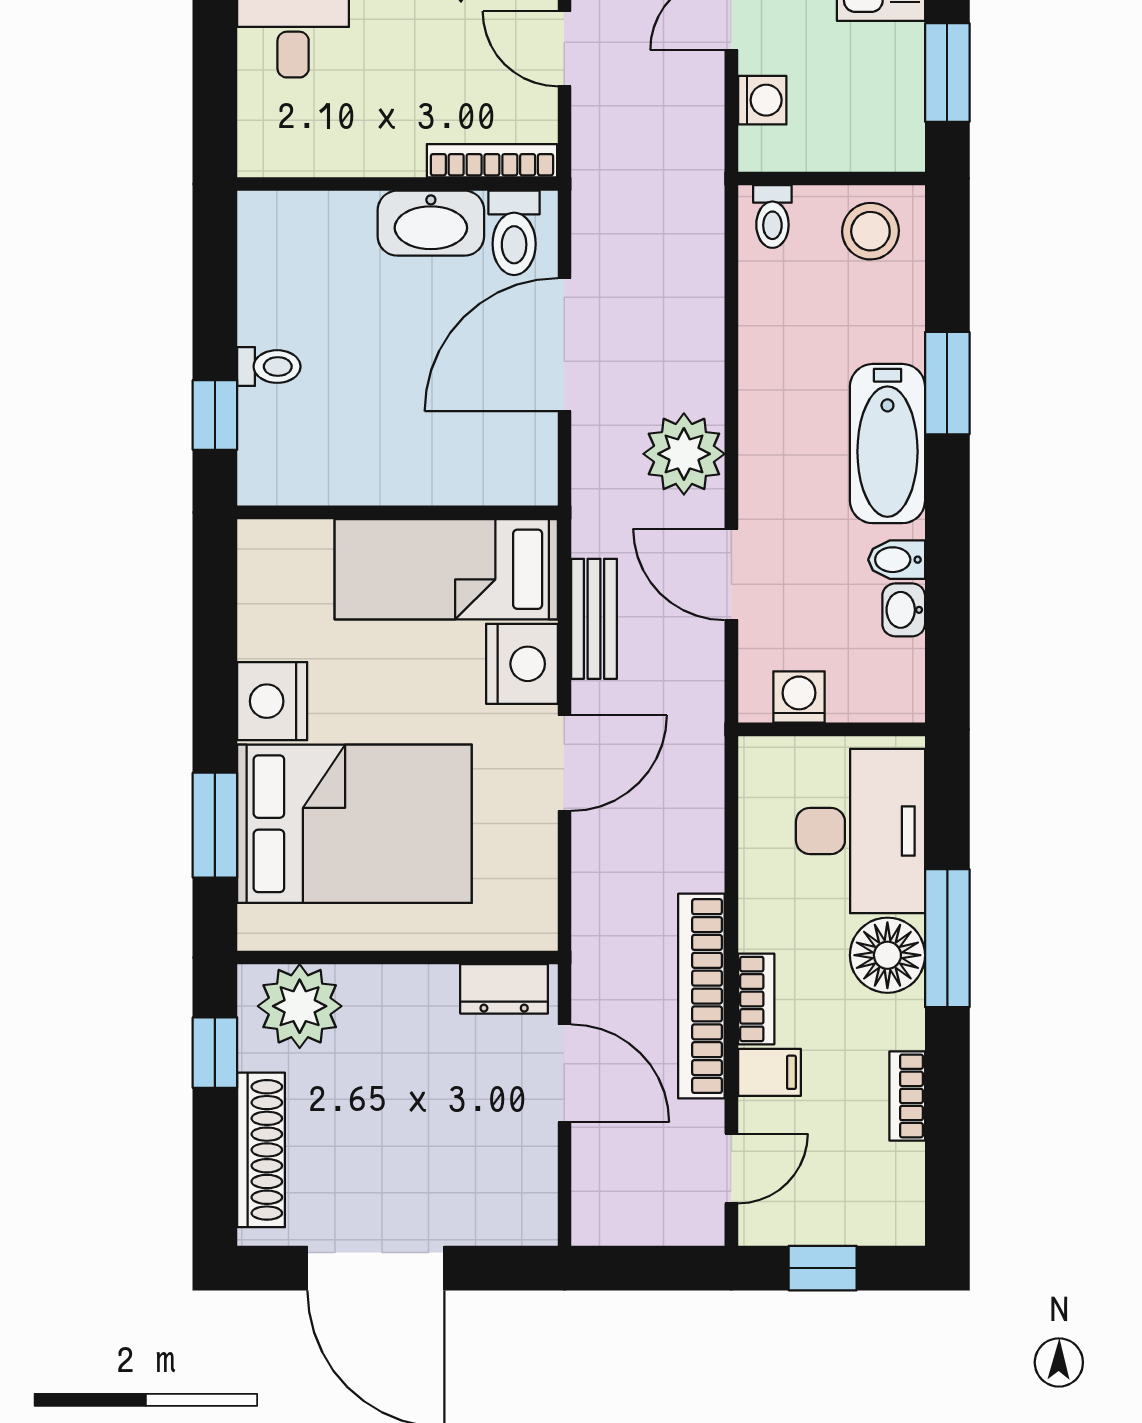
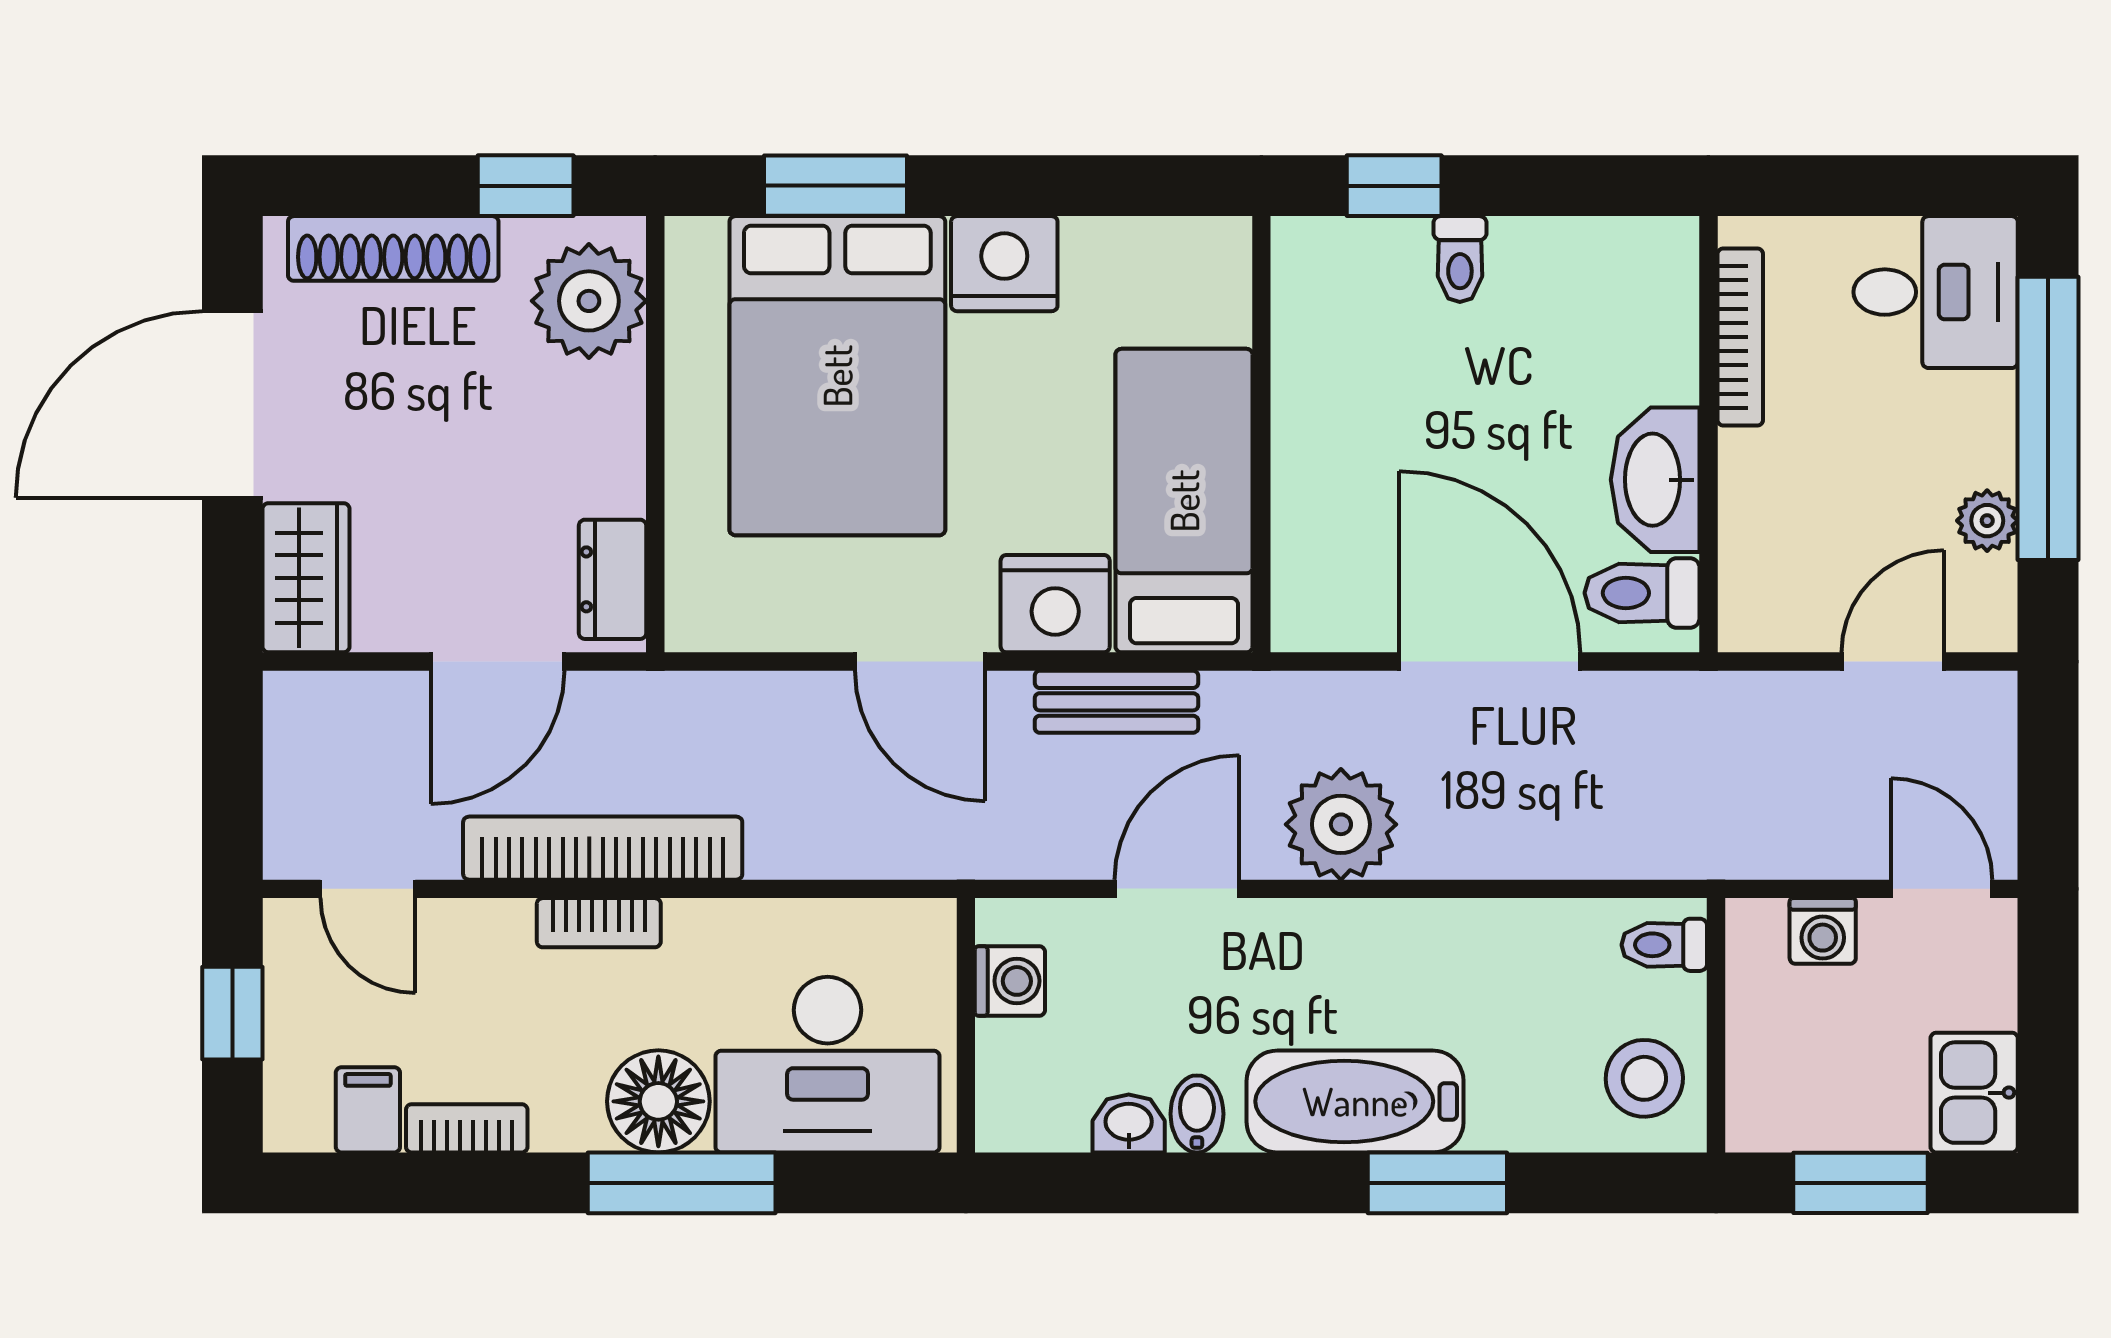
bookcase: (492, 161) -> (1740, 337), moved
filing cabinet: (769, 1072) -> (368, 1110), moved, turned 180
wardrobe: (503, 1214) -> (306, 578), added

